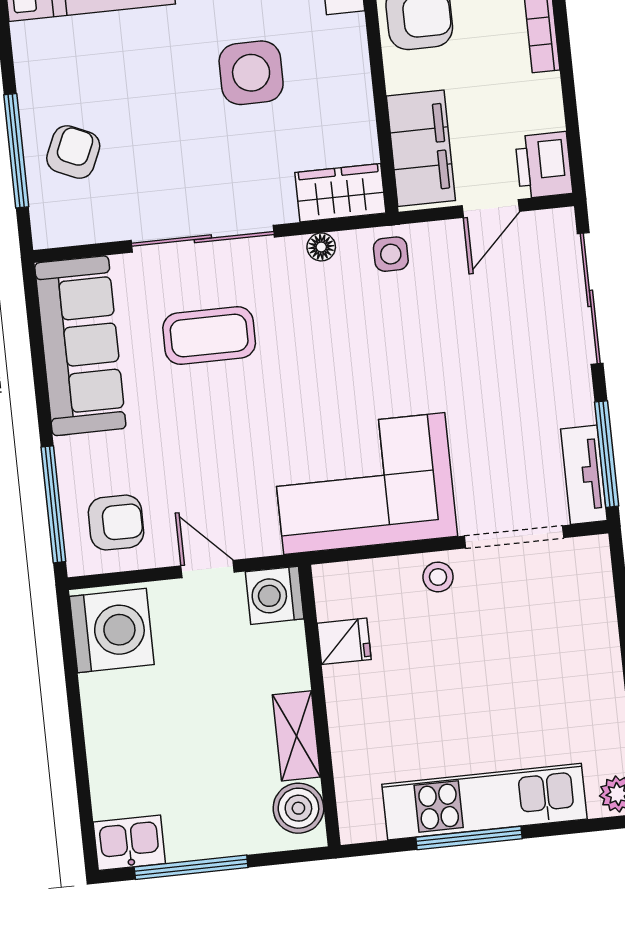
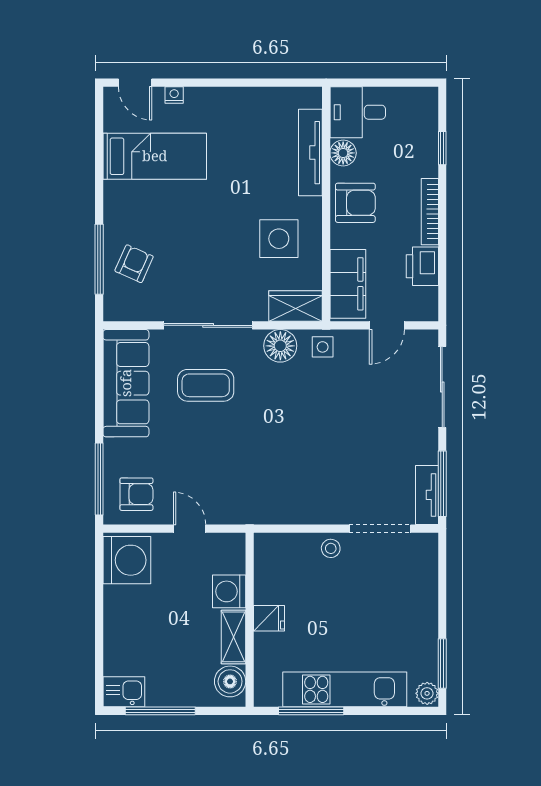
side table: (251, 73) -> (279, 239), moved
printer: (544, 165) -> (422, 266), moved
floor lamp: (321, 247) -> (280, 346), width x1.89, depth x1.89
corner sofa: (364, 484) -> (291, 486), removed
washing machine: (275, 595) -> (229, 591), moved
fridge: (344, 641) -> (269, 618), moved
window: (469, 838) -> (311, 711), moved

